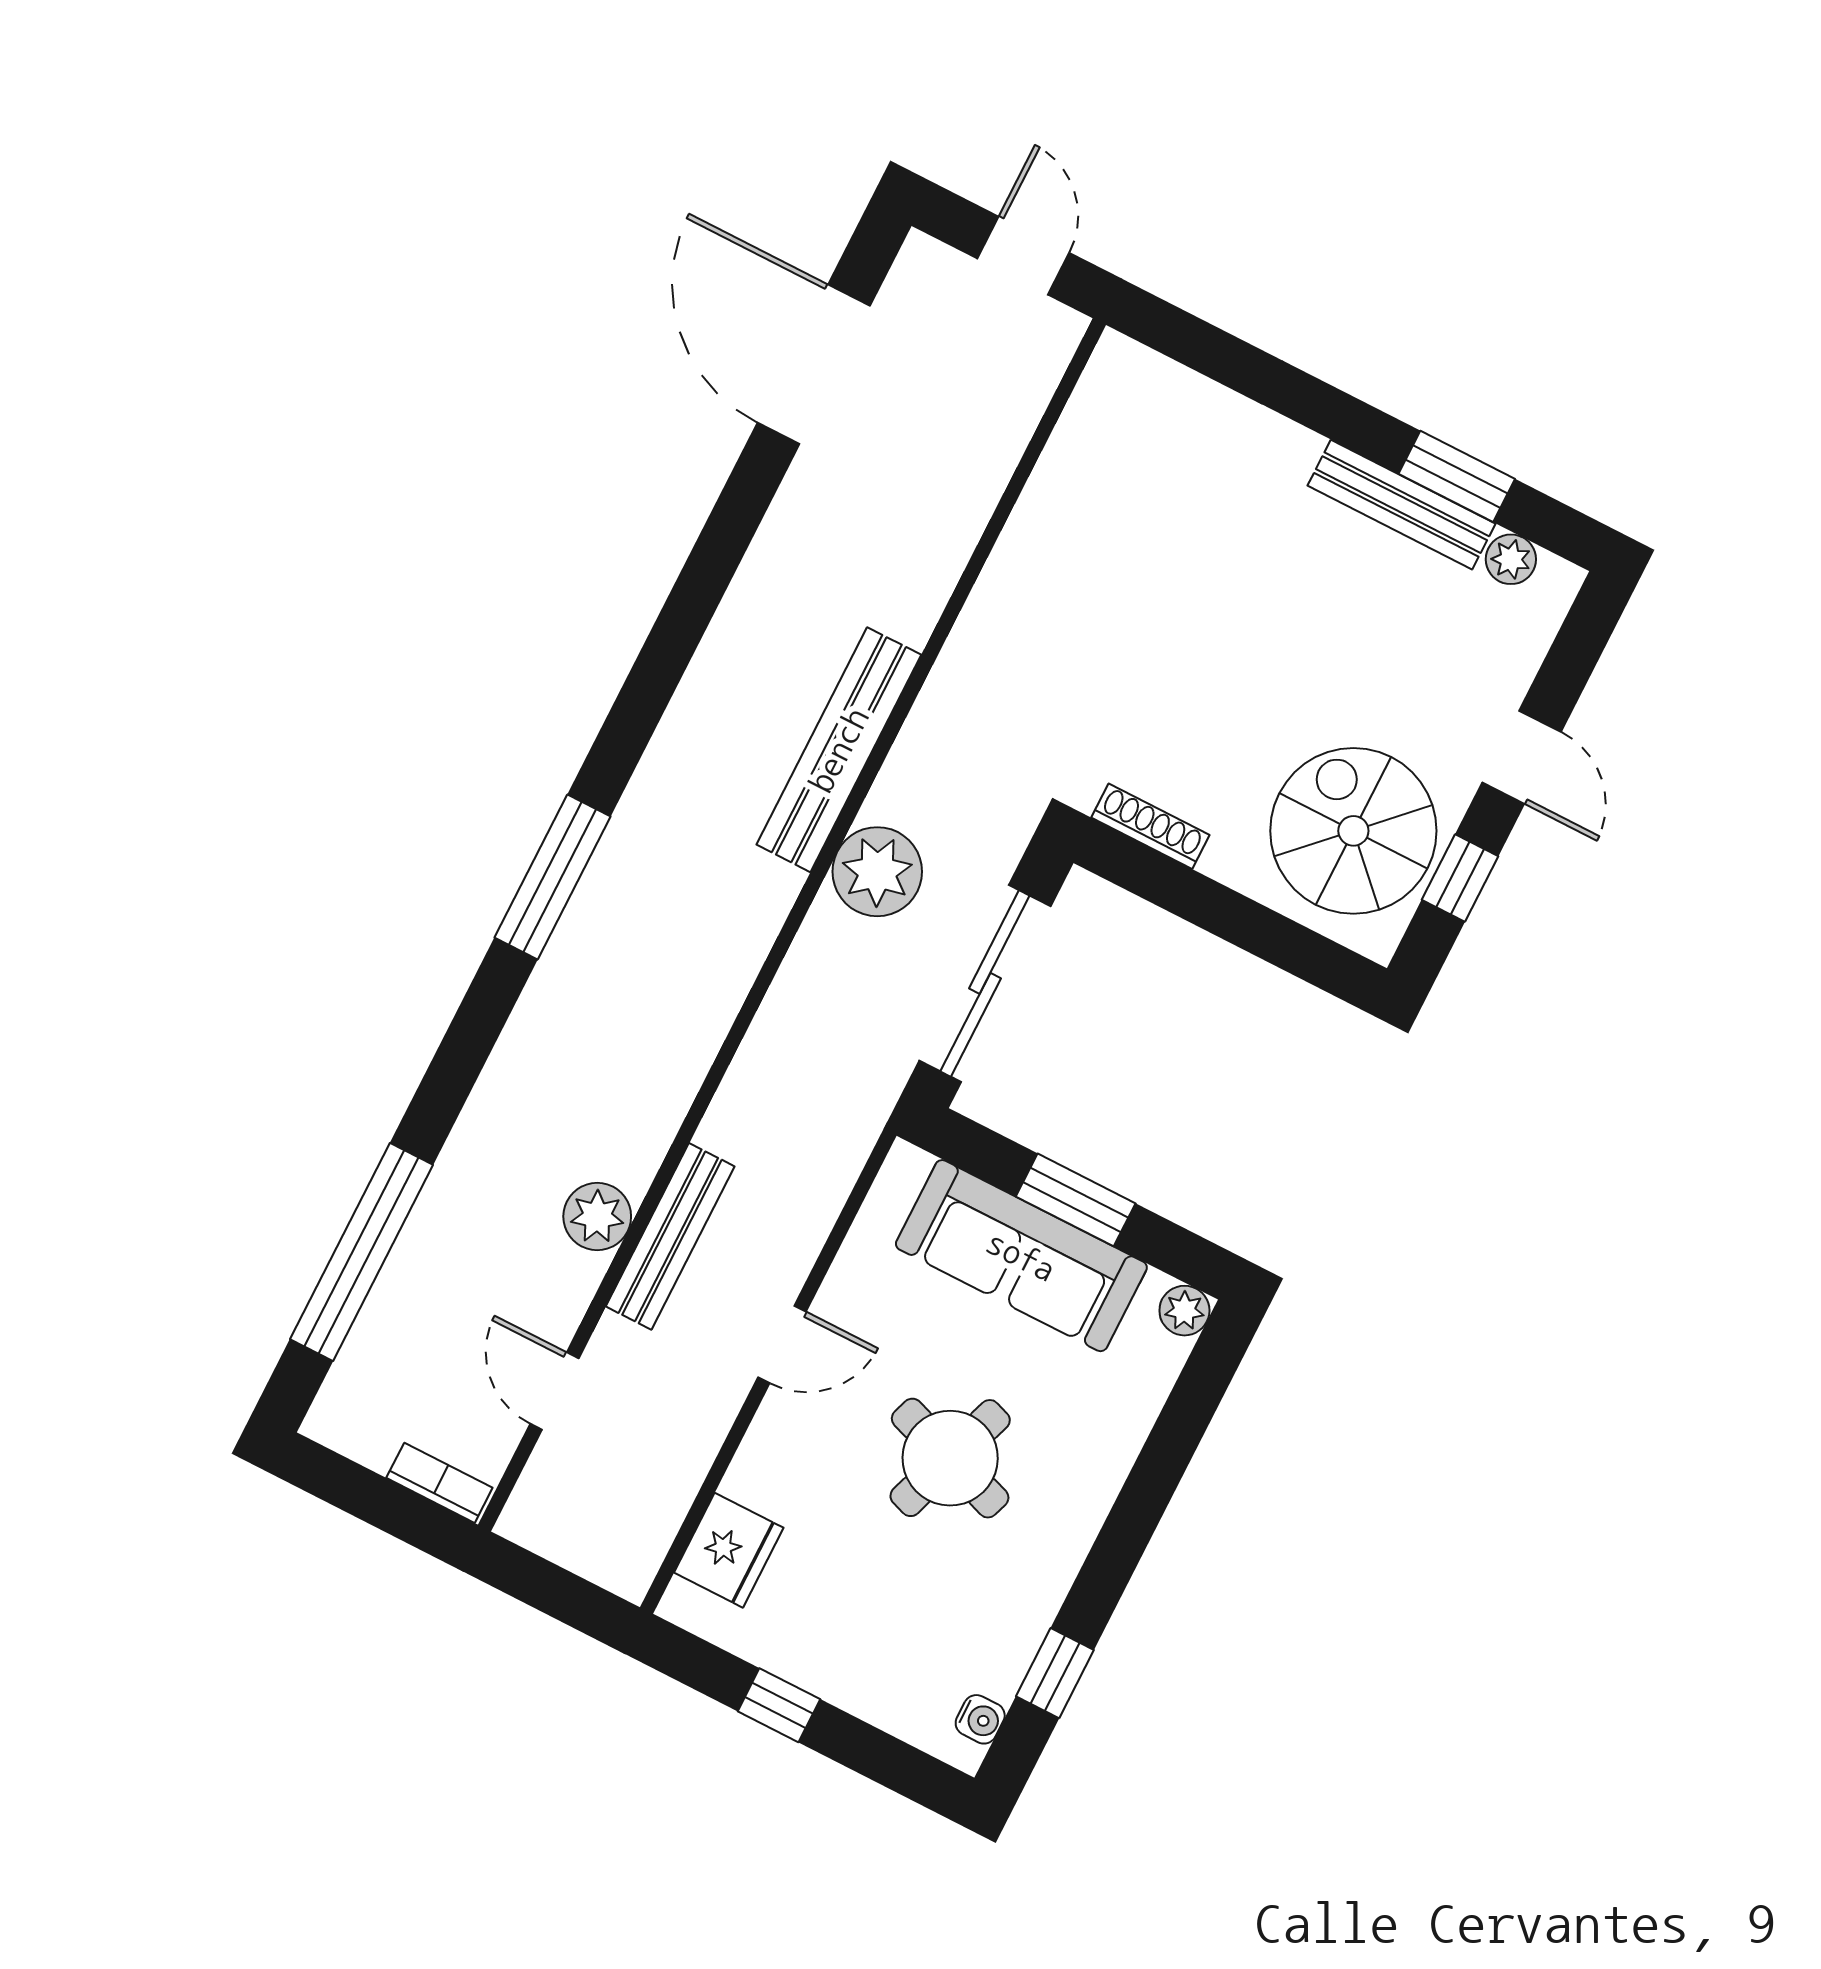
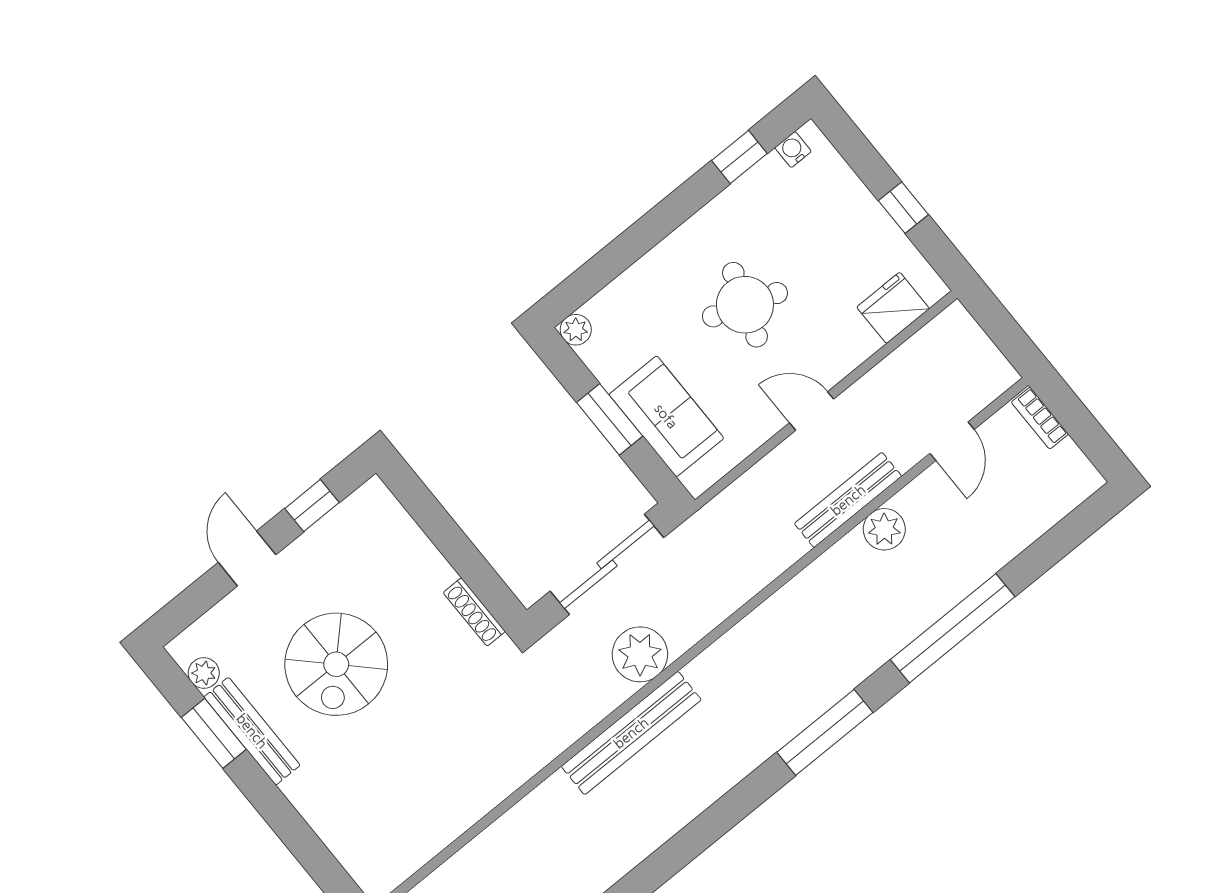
spiral stairs: (1353, 831) -> (336, 664), moved
window: (361, 1252) -> (953, 628), moved
sofa: (1021, 1256) -> (666, 416), width x0.73

